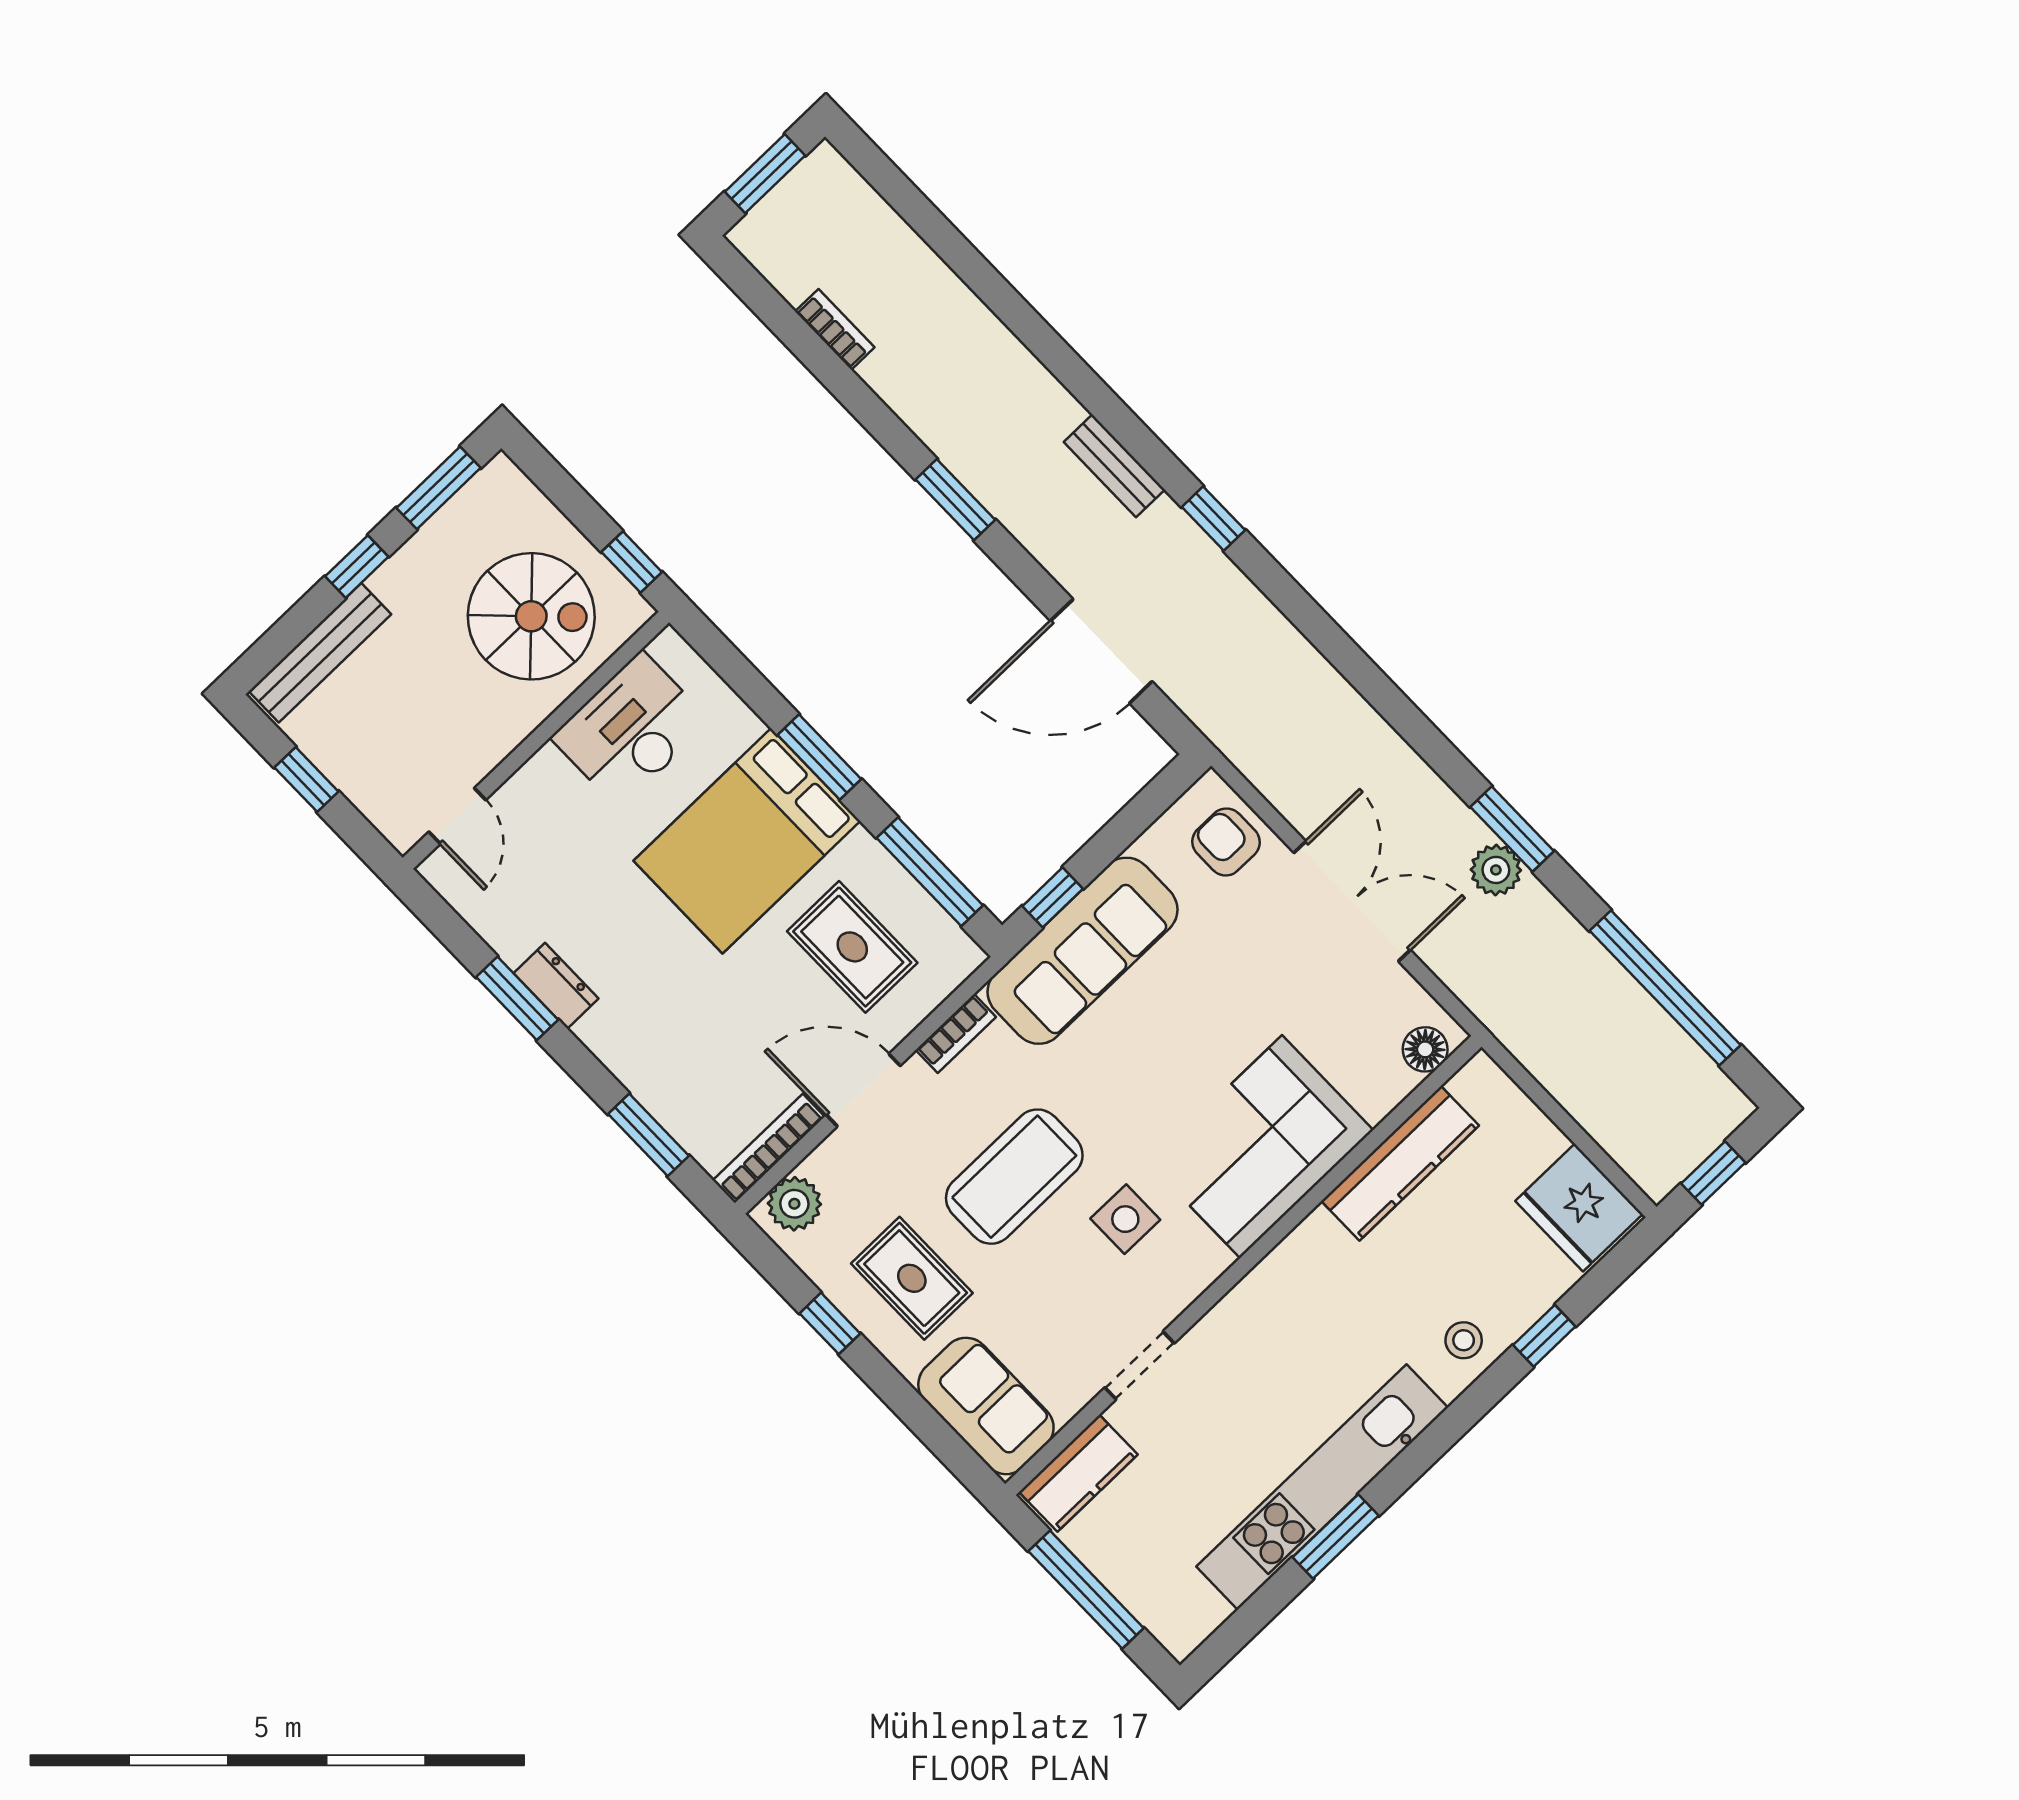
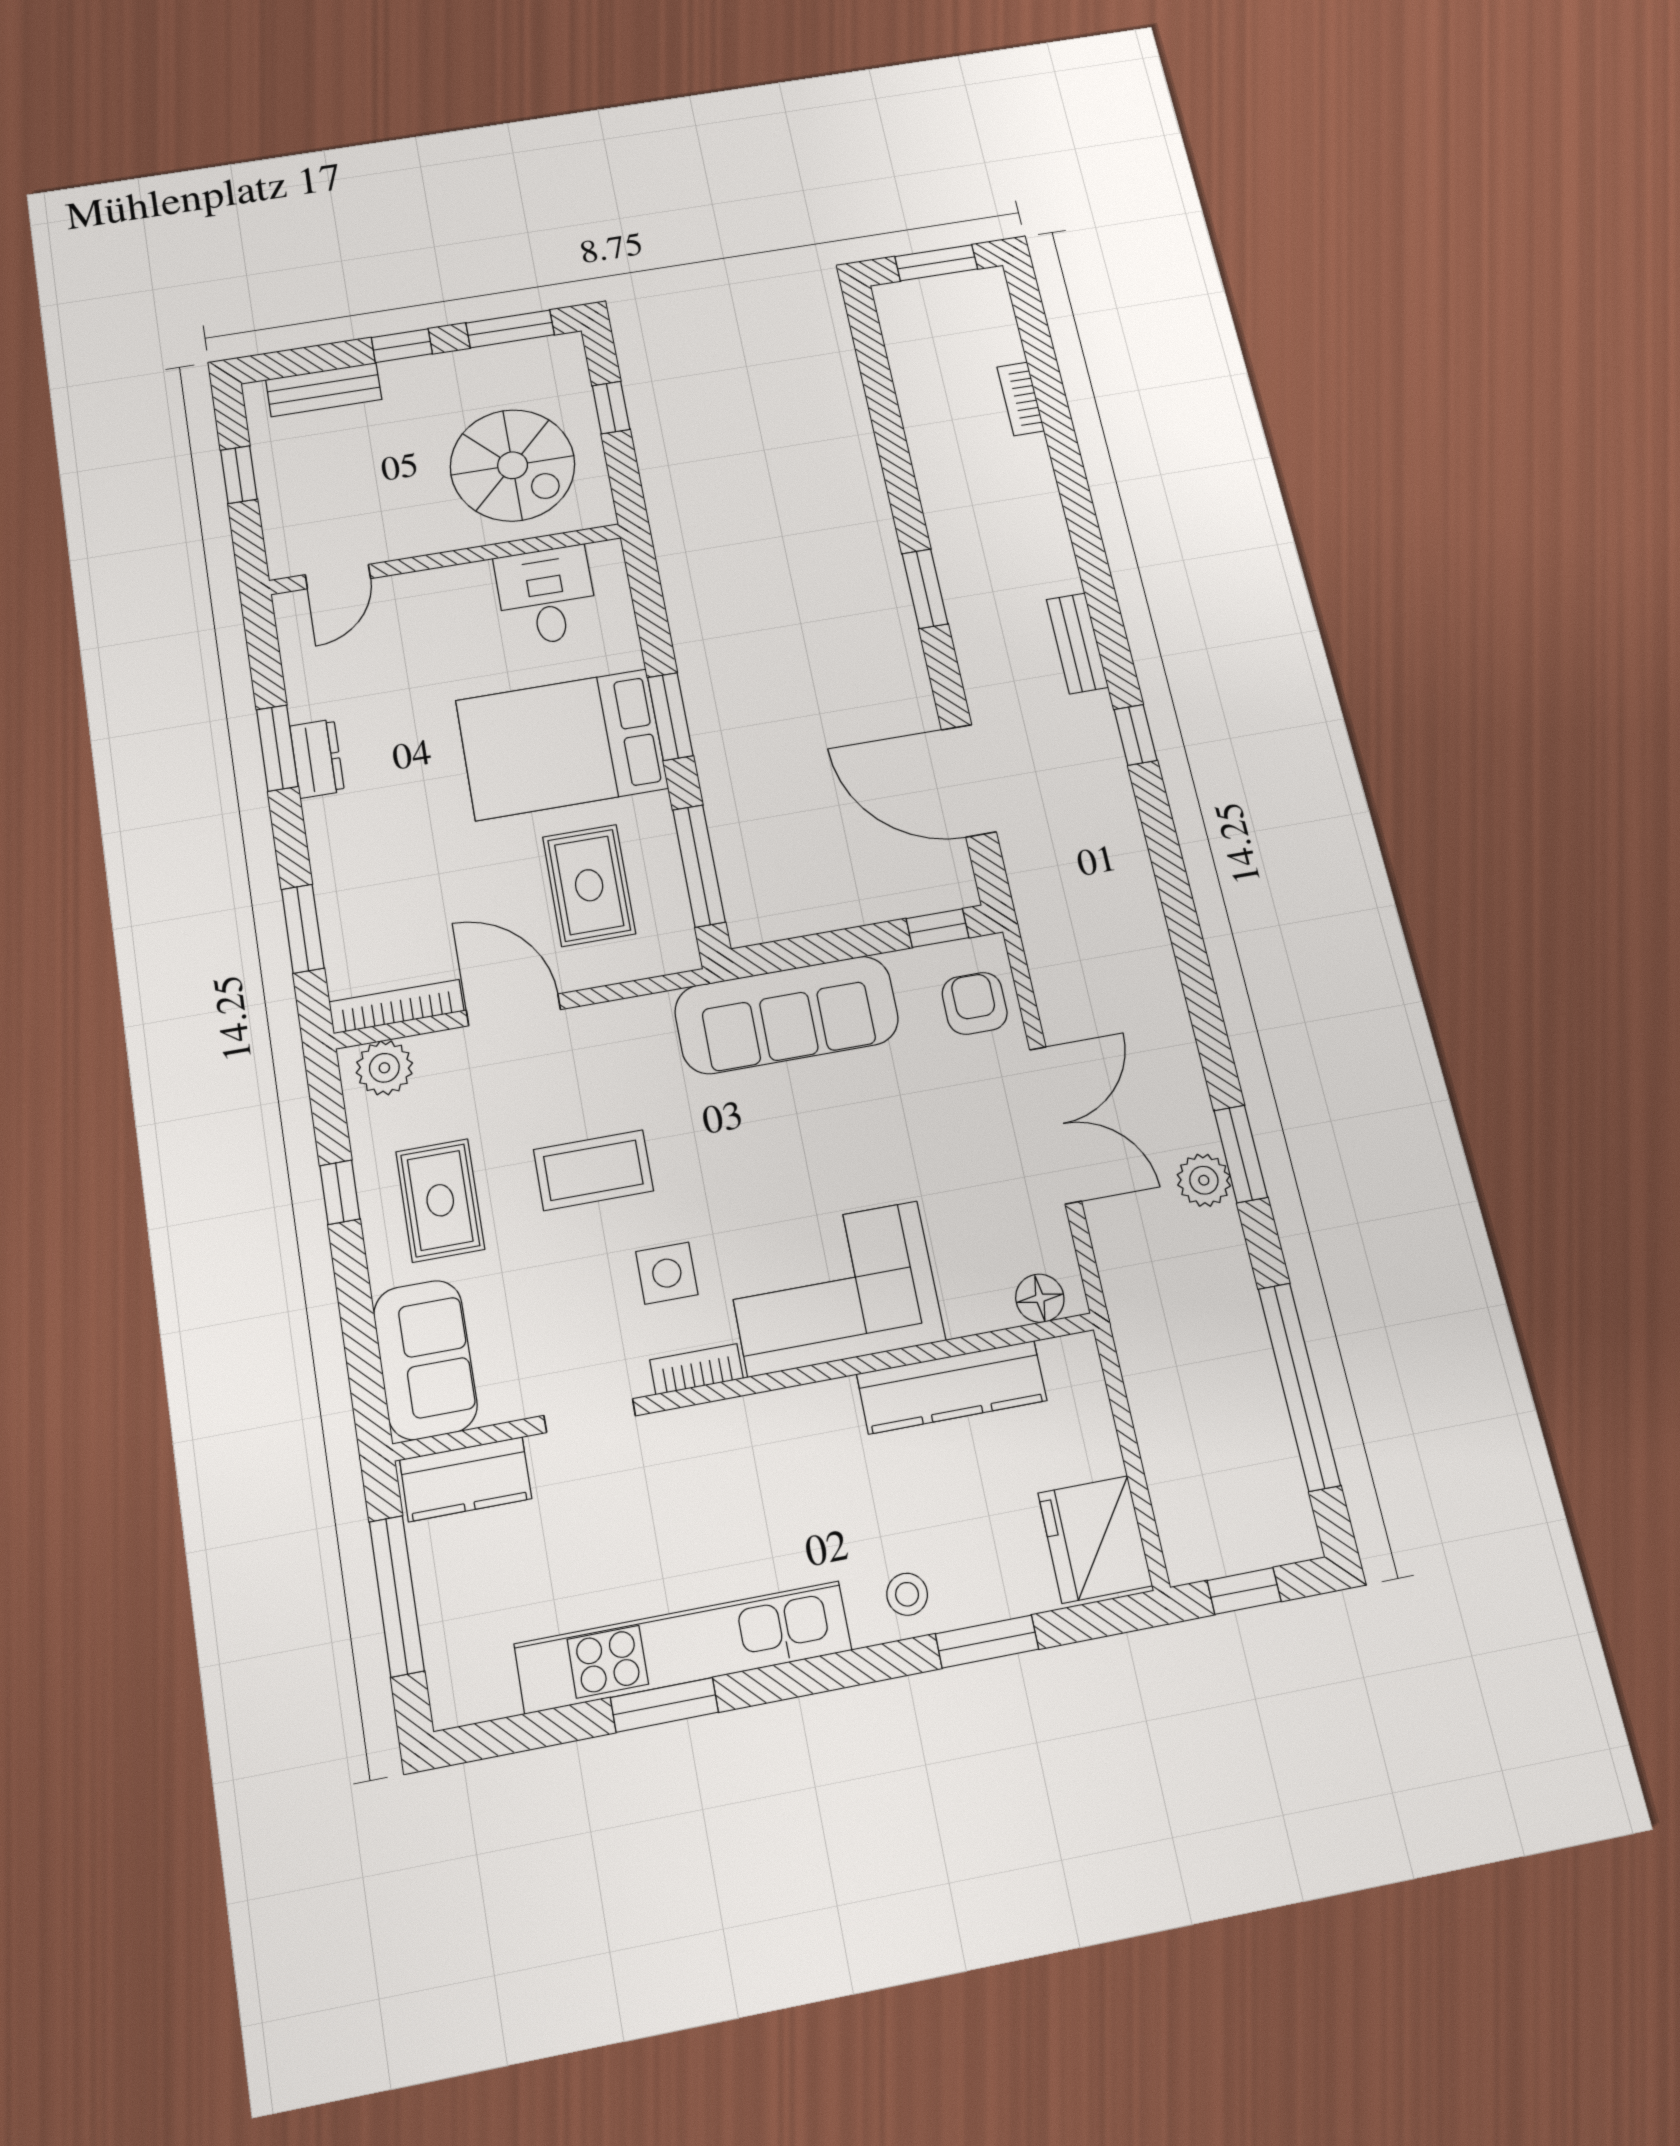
bookcase: (835, 329) -> (1021, 399), moved, turned 180
window: (632, 562) -> (611, 408), moved
bench: (320, 653) -> (324, 390), width x0.73
desk: (631, 730) -> (546, 596), width x0.73
window: (1053, 897) -> (938, 928), moved
bookcase: (956, 1034) -> (697, 1369), moved, turned 180
coffee table: (1014, 1177) -> (593, 1170), width x0.73, depth x0.76
window: (1544, 1336) -> (987, 1641), width x1.50

